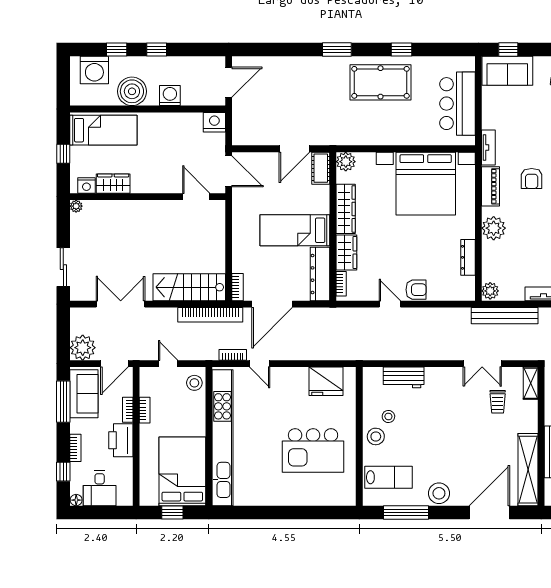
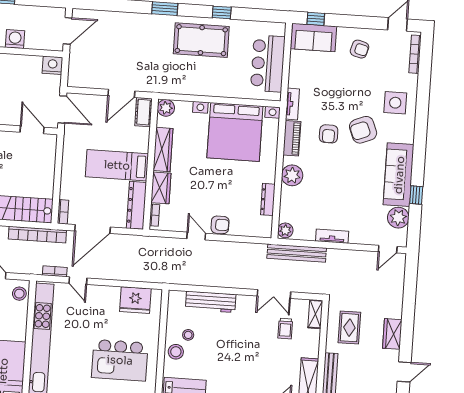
workbench: (404, 377) -> (211, 302), width x1.38

